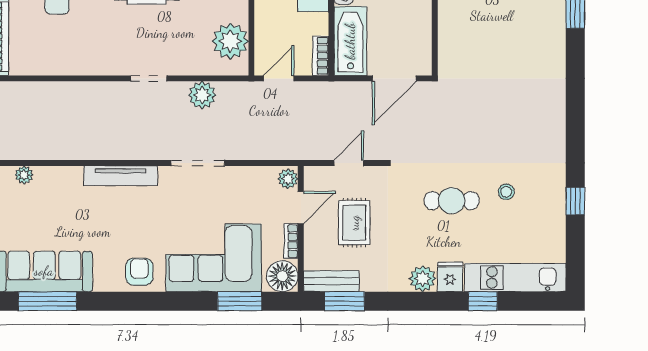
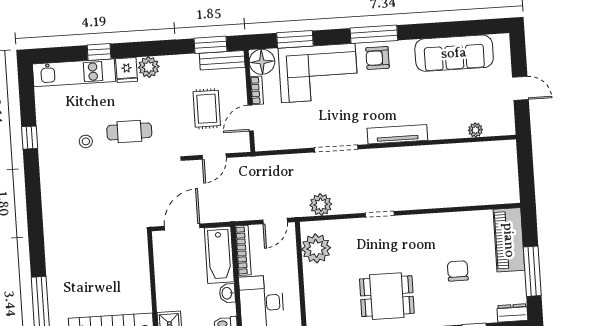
bookcase: (321, 56) -> (243, 250), width x1.56
plant: (202, 95) -> (321, 205), moved
plant: (288, 179) -> (262, 140), removed
armchair: (139, 272) -> (377, 58), turned 90
window: (47, 301) -> (374, 34), moved

